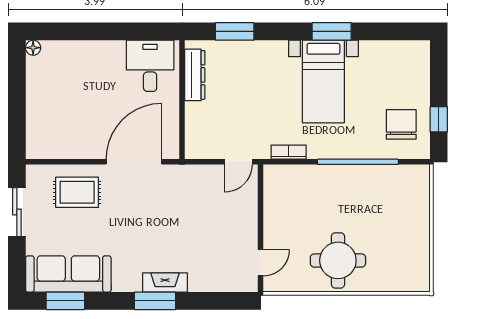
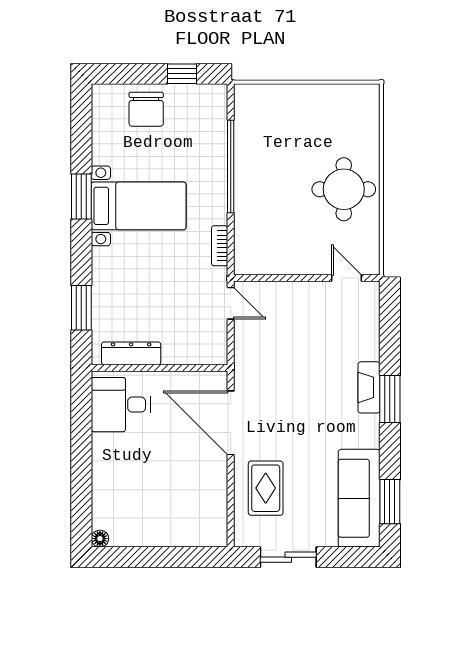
chair: (401, 124) -> (146, 109), moved, turned -90

